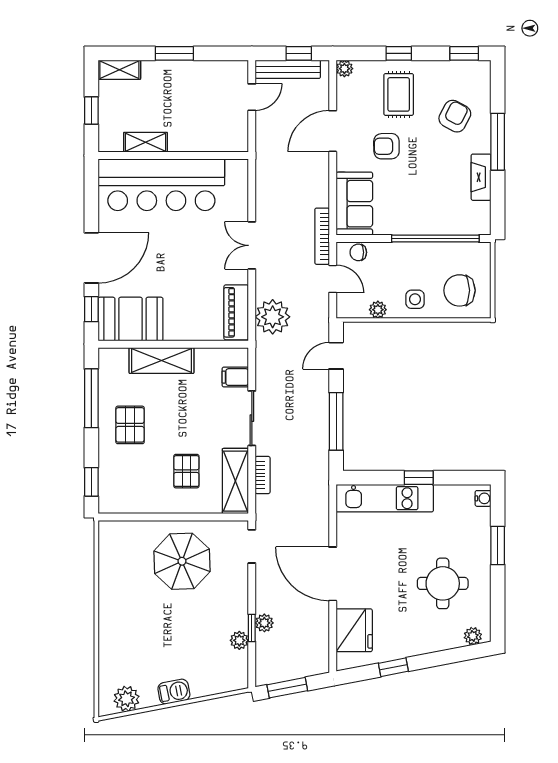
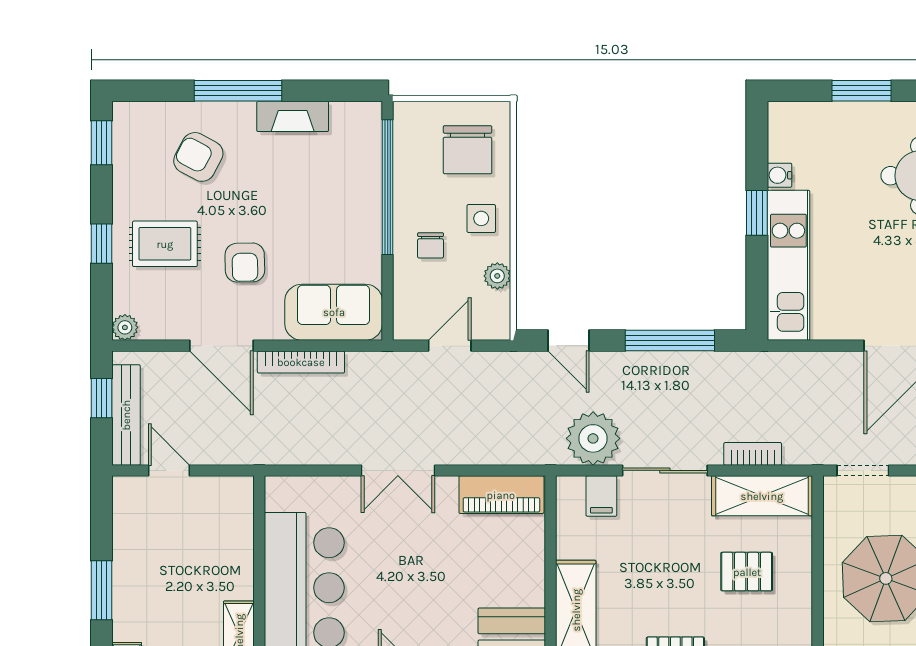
bookcase: (322, 236) -> (301, 362), moved
chair: (358, 252) -> (431, 245), moved
plant: (273, 317) -> (593, 438), moved
water cooler: (483, 498) -> (779, 175), moved, turned -90

